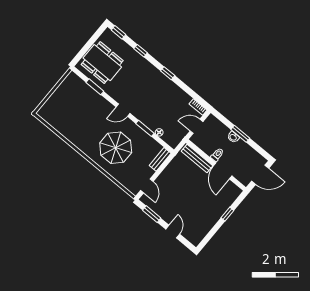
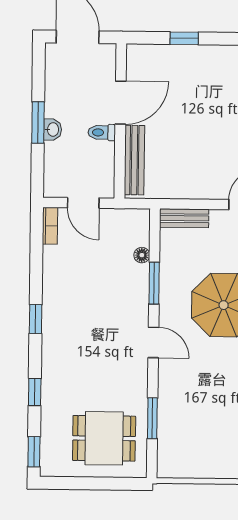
dining table: (102, 63) -> (104, 438), width x0.73

